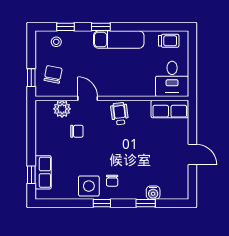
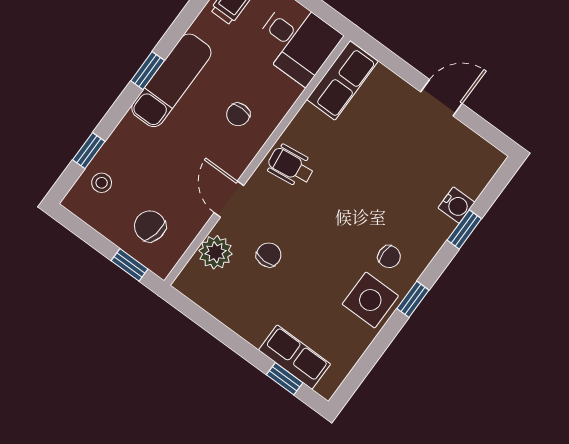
window: (101, 27) -> (148, 71), moved
chair: (125, 77) -> (238, 114), added
door: (88, 98) -> (229, 199), hinge flipped

